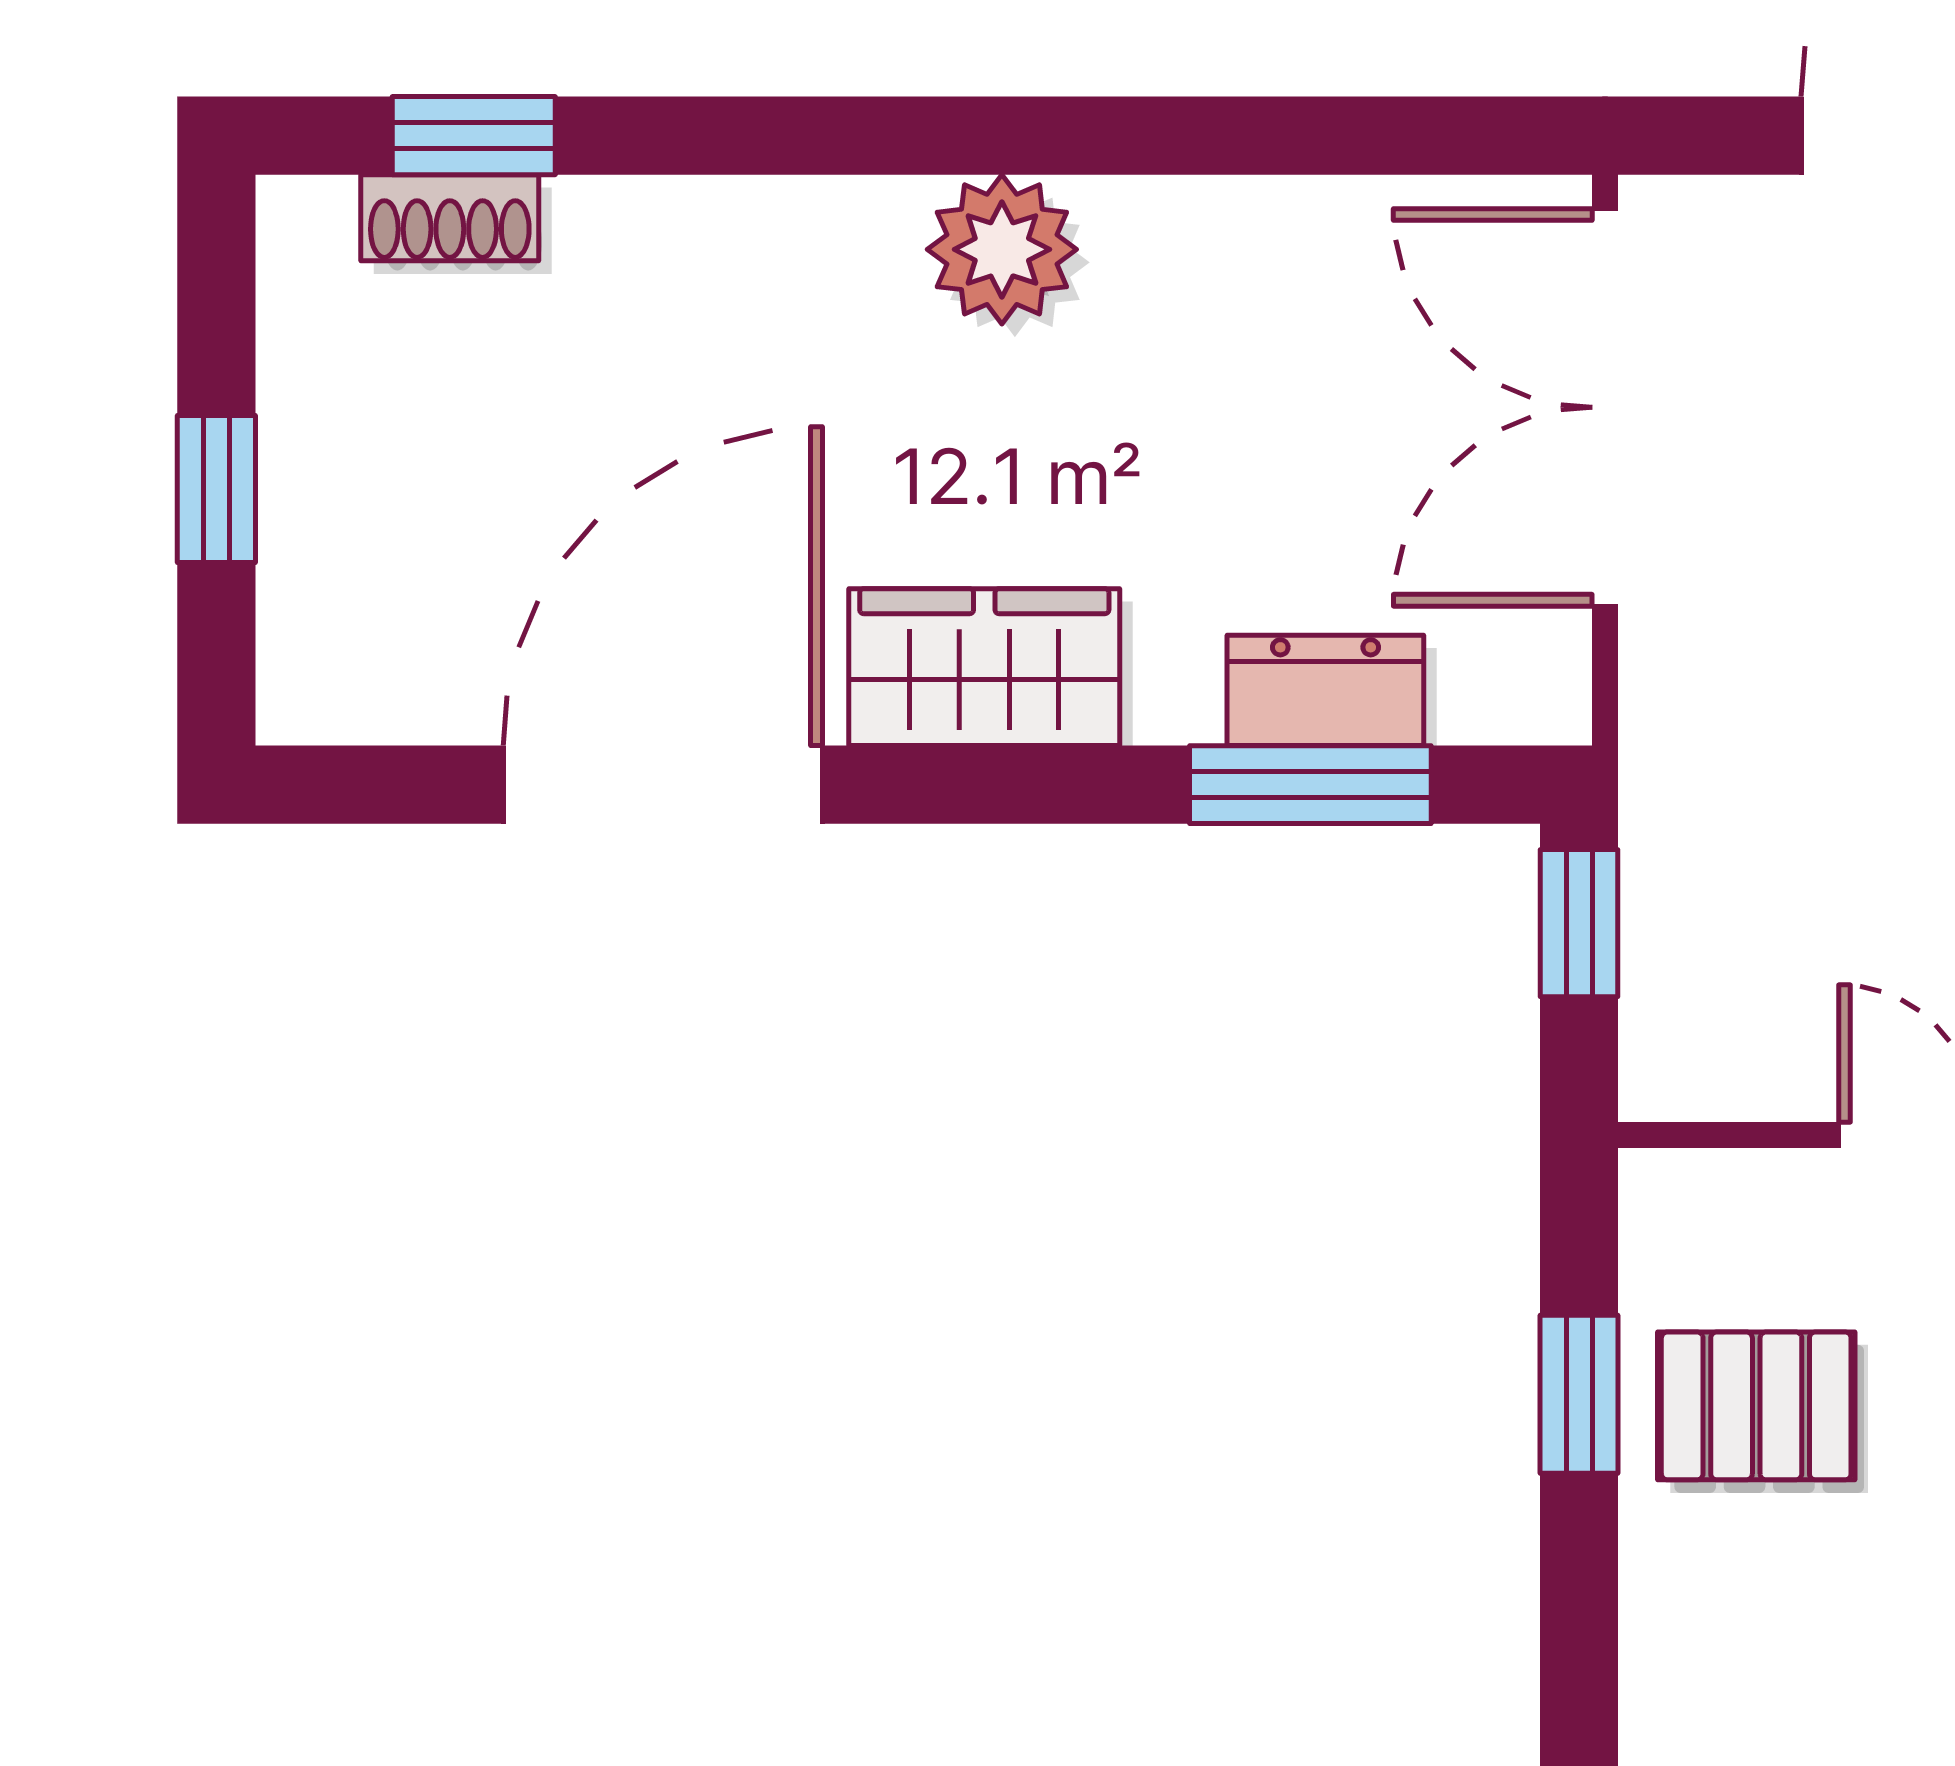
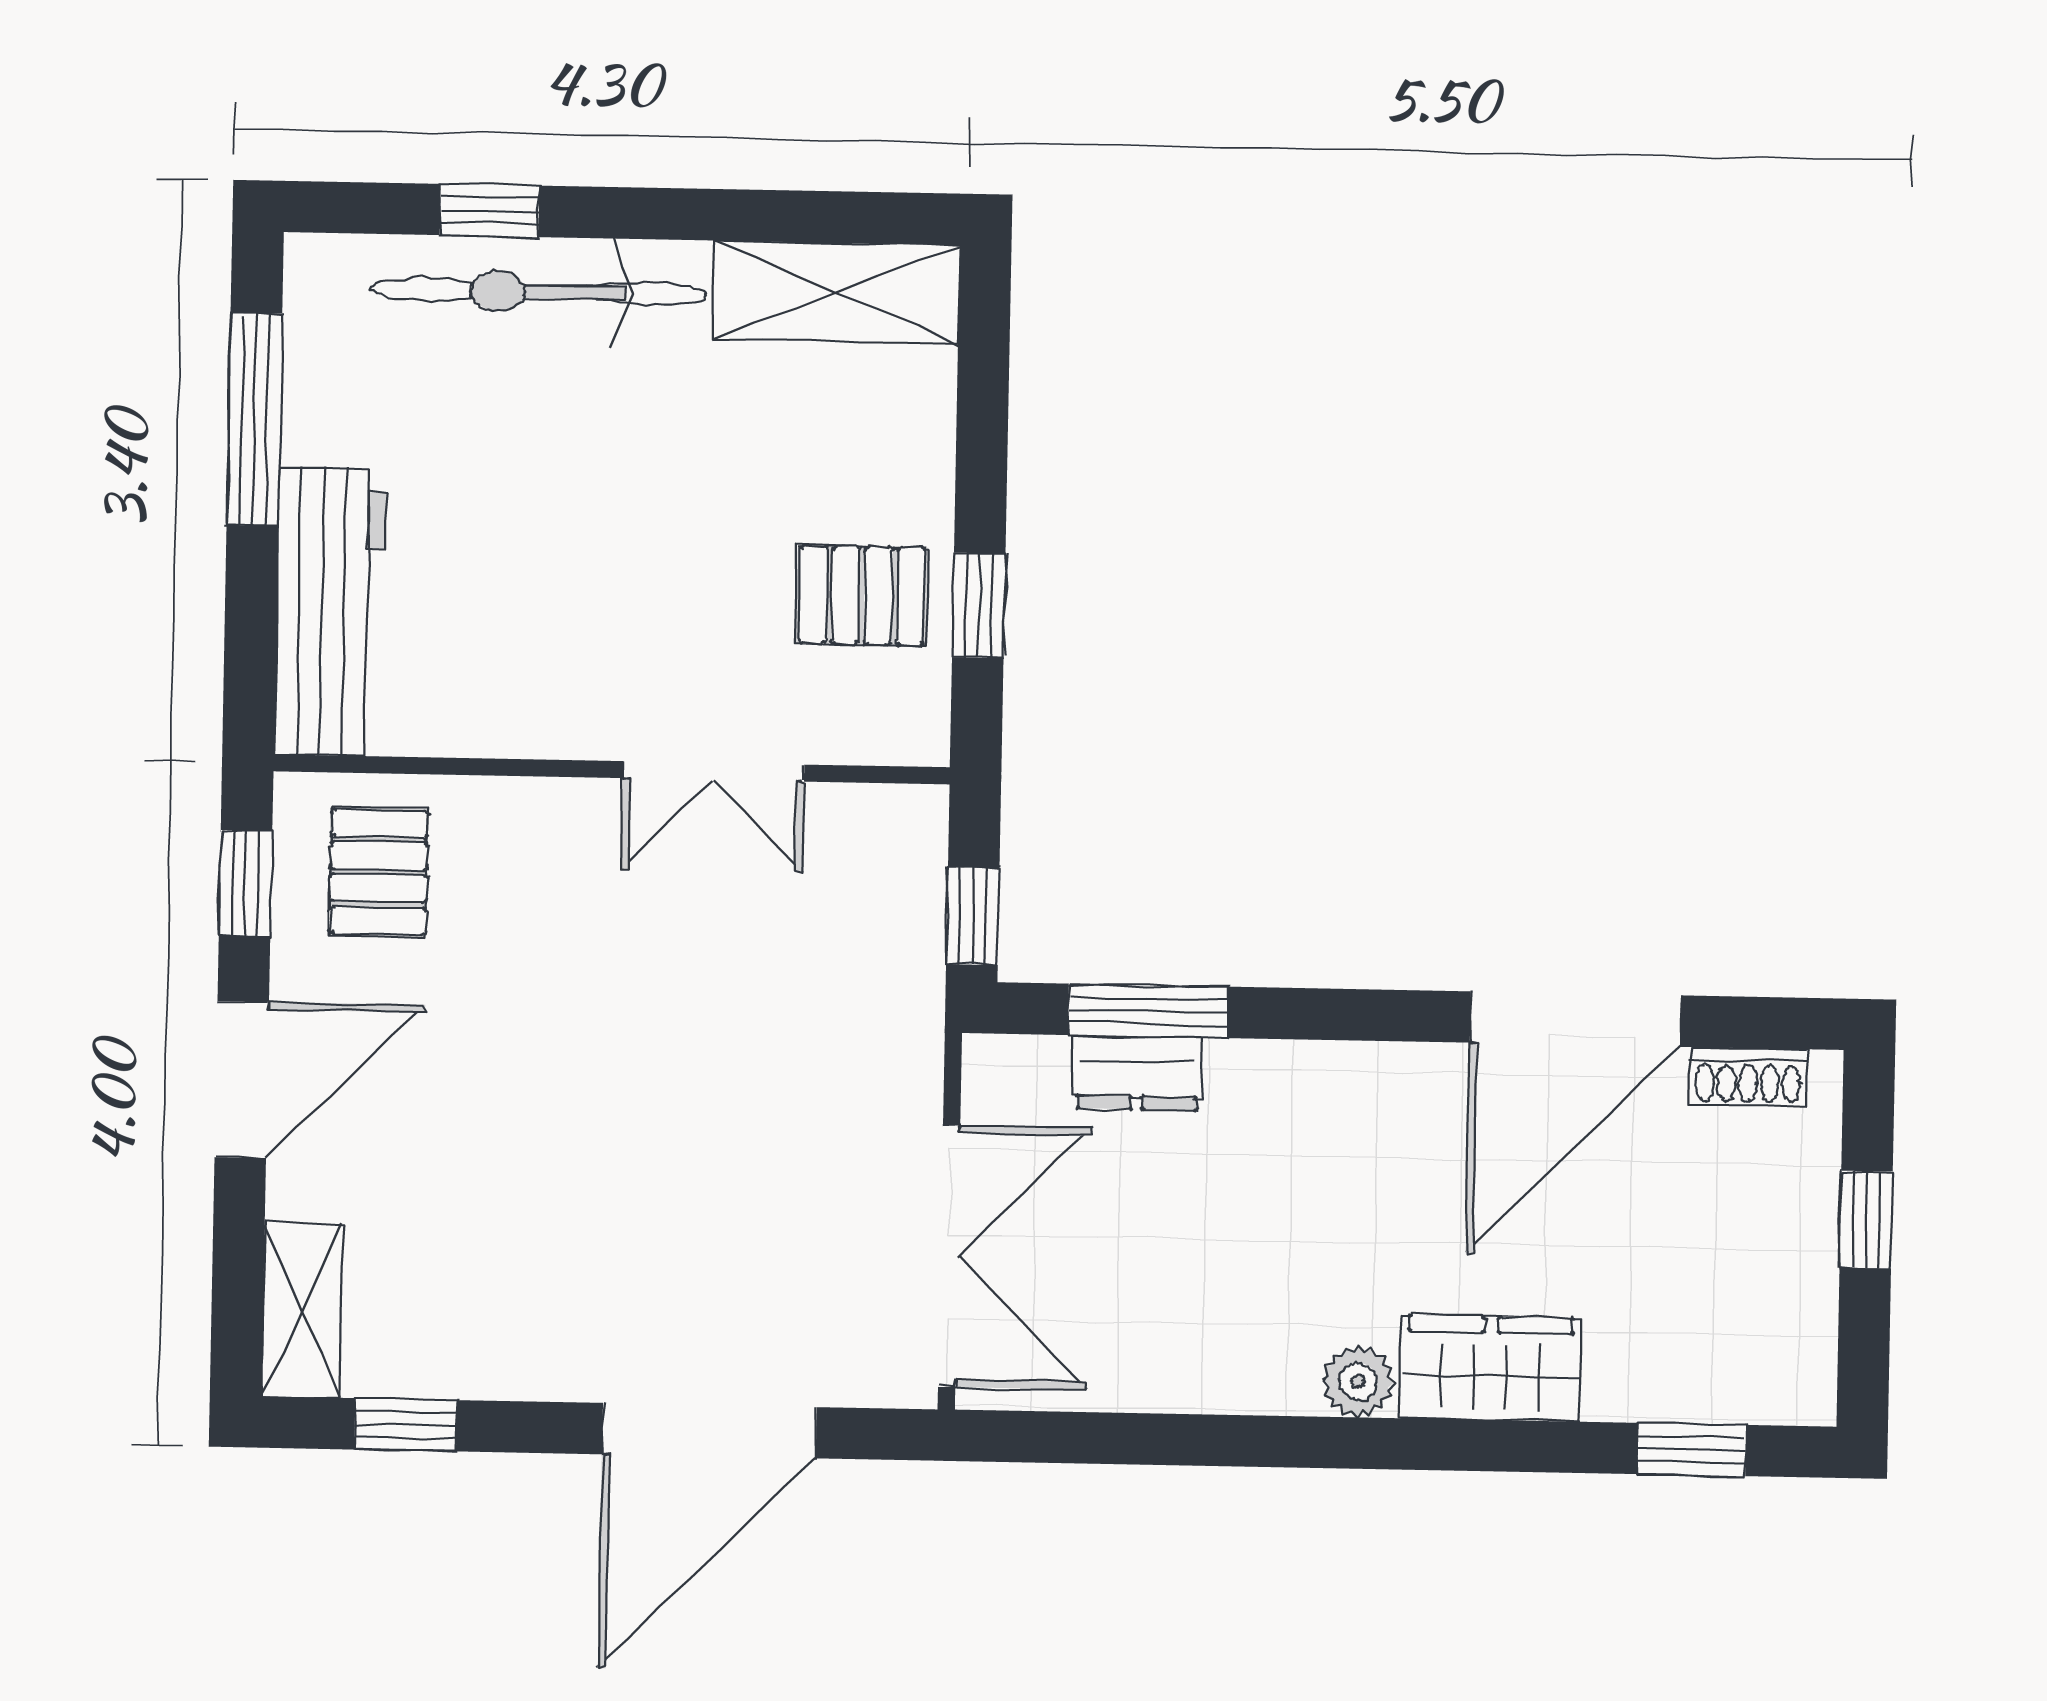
shoe rack: (450, 218) -> (1748, 1077), moved, turned 180
plant: (1002, 249) -> (1358, 1382), width x0.73, depth x0.73
wardrobe: (984, 667) -> (1490, 1368), moved, turned 180

